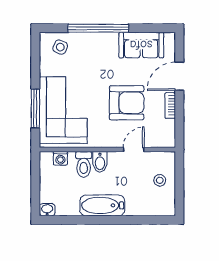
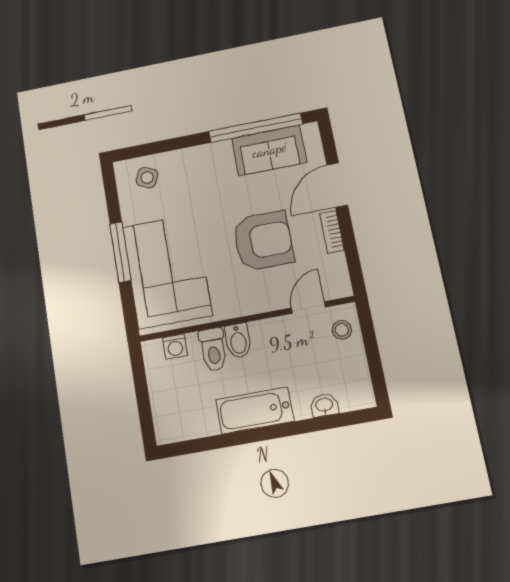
window: (98, 28) -> (256, 128), moved
window: (35, 109) -> (120, 252), moved
door: (134, 150) -> (308, 307), moved
stool: (160, 180) -> (342, 330), moved
washbasin: (47, 210) -> (324, 405), moved

